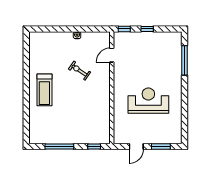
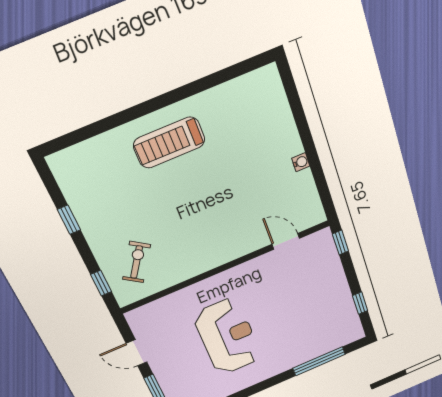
window: (147, 29) -> (360, 303), moved
exercise bike: (79, 71) -> (137, 262), moved
window: (59, 147) -> (69, 220), width x0.46

